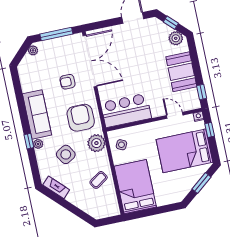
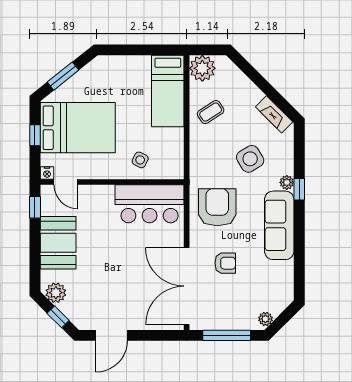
door: (175, 115) -> (66, 182), moved
armchair: (81, 118) -> (217, 207), turned 180
window: (210, 130) -> (35, 135), moved
plant: (96, 143) -> (202, 68), moved
side table: (121, 145) -> (140, 160), moved
bed: (135, 187) -> (168, 91), width x0.67

